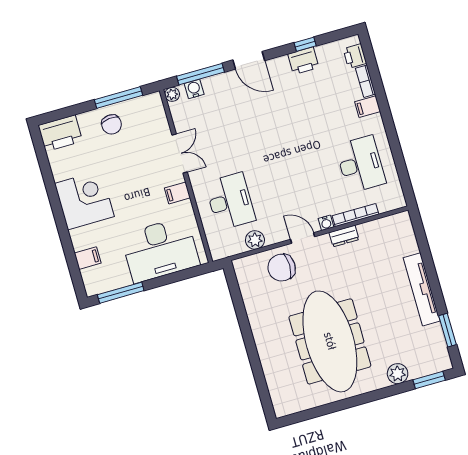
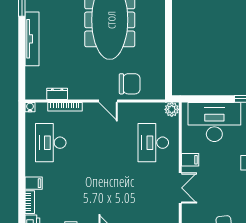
double door: (180, 154) -> (180, 188), swing flipped
water cooler: (326, 223) -> (30, 107), moved
dresser: (344, 236) -> (57, 94), moved
plant: (255, 240) -> (172, 109), moved

